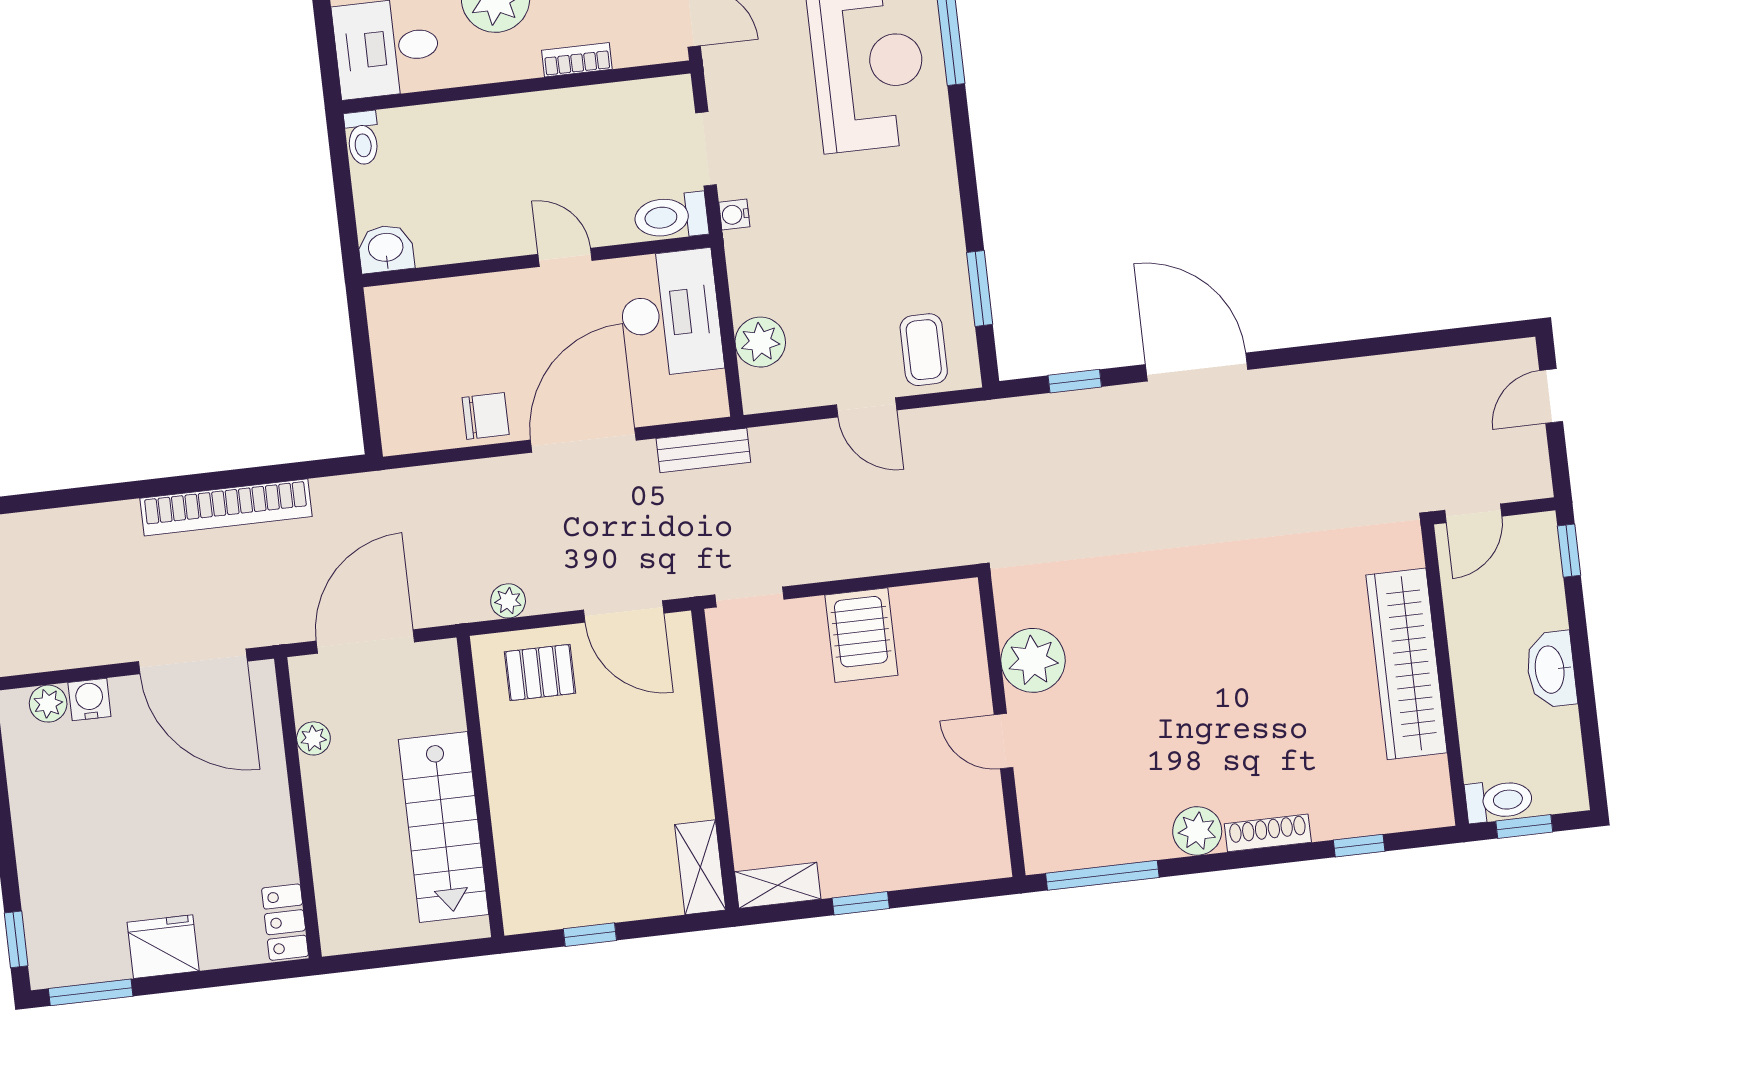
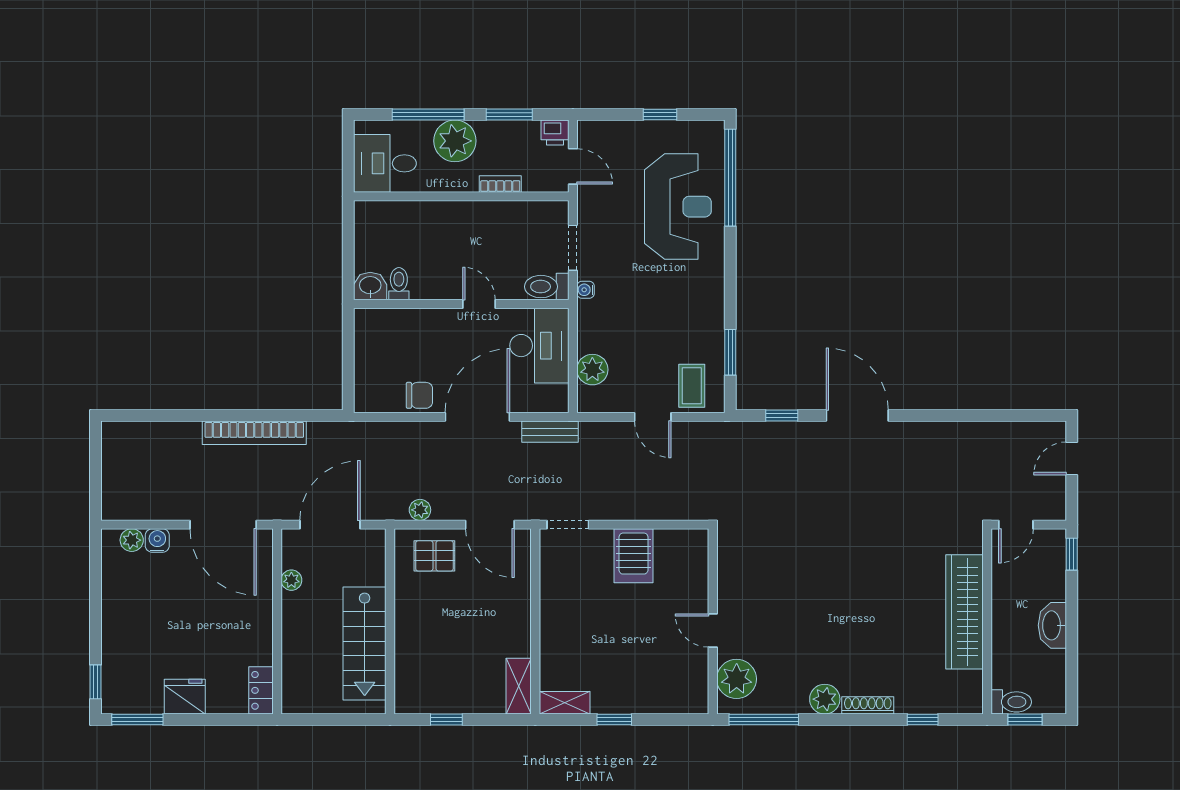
toilet: (362, 138) -> (399, 284), moved, turned 180
plant: (1033, 660) -> (737, 679), moved

